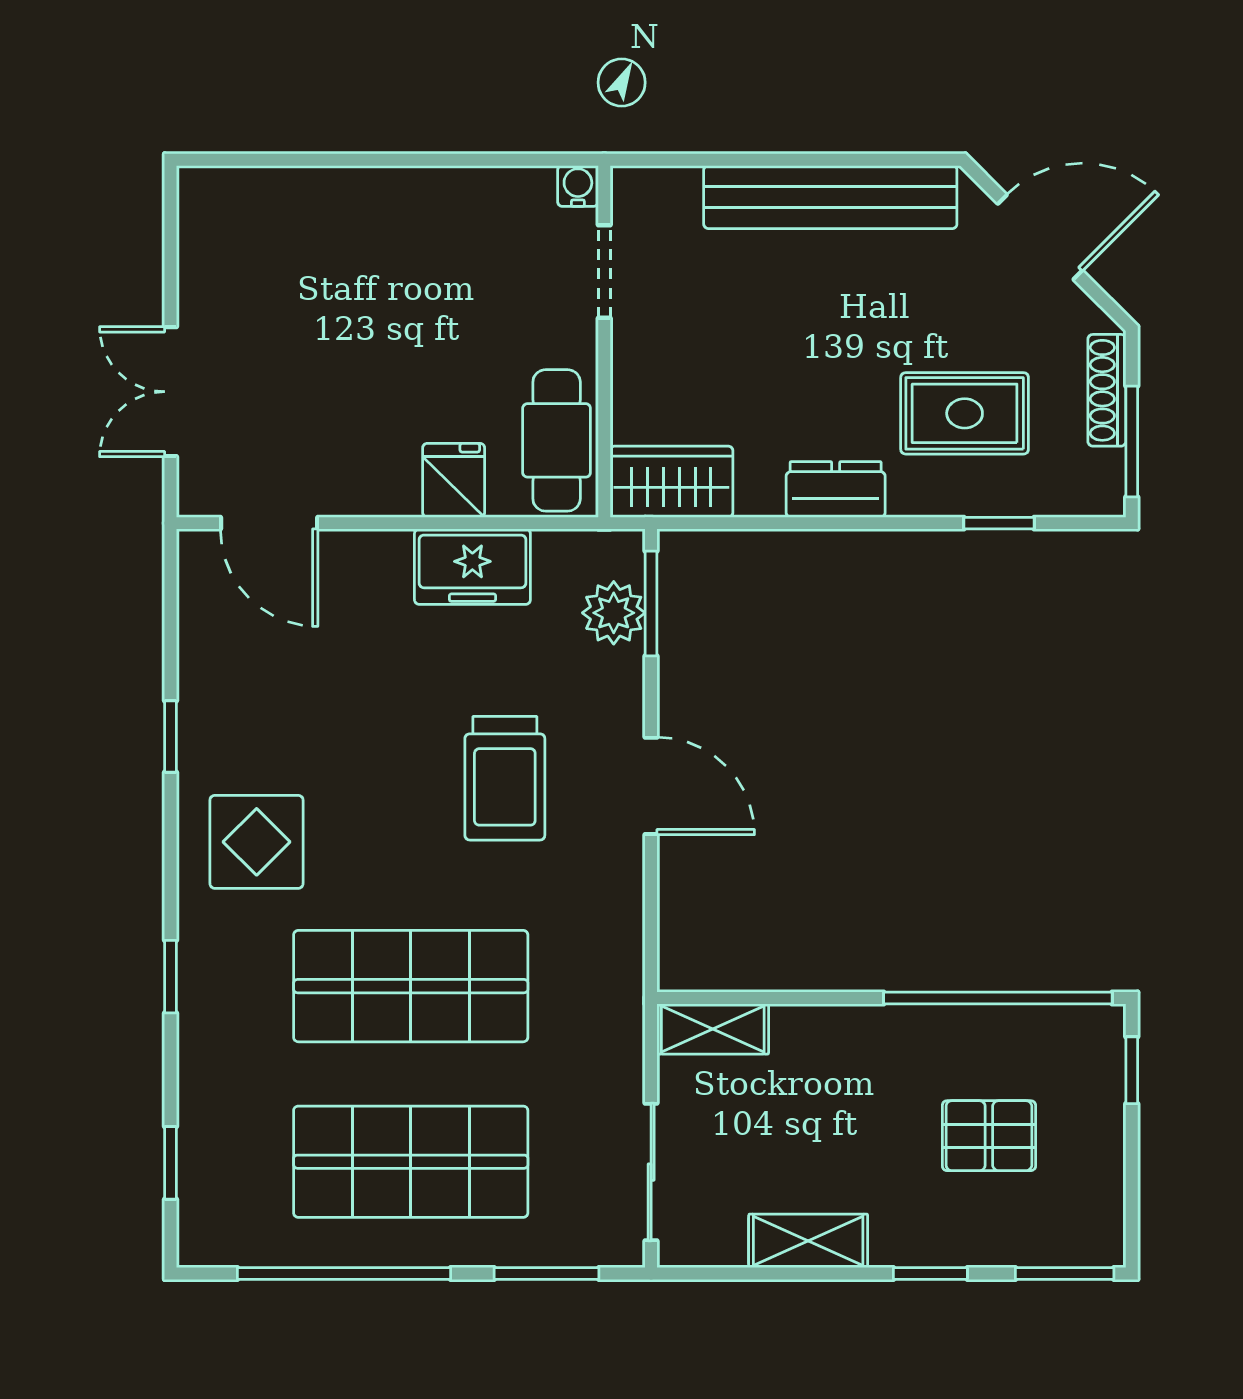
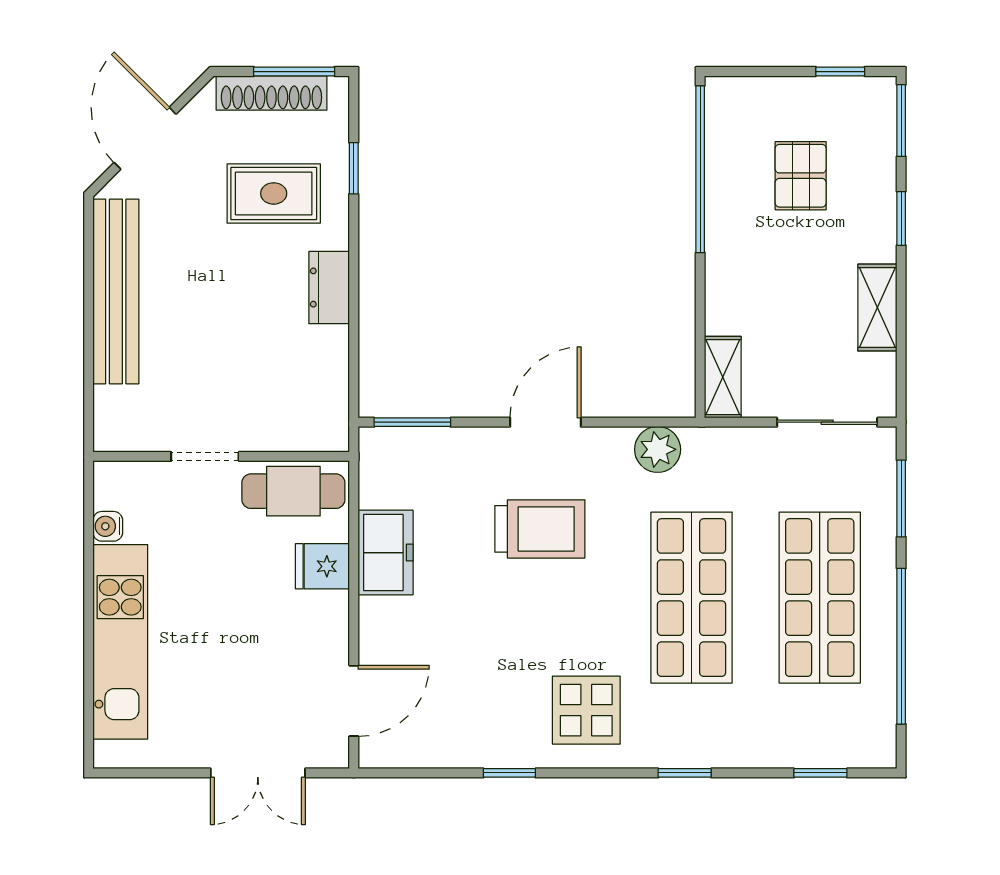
water cooler: (578, 186) -> (108, 526), moved
kitchen unit: (350, 203) -> (120, 642), added
doorway: (604, 271) -> (205, 456), moved
shoe rack: (1107, 390) -> (271, 93), width x1.36, depth x1.24
rug: (965, 413) -> (274, 193), turned 90
wardrobe: (671, 482) -> (323, 407), removed
plant: (614, 613) -> (658, 449), moved
window: (1132, 1070) -> (840, 72), moved

